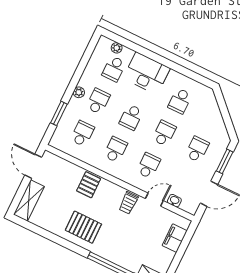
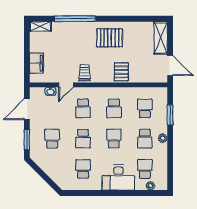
school desk: (82, 134) -> (145, 108), turned 180
school desk: (197, 149) -> (52, 139), turned 180

